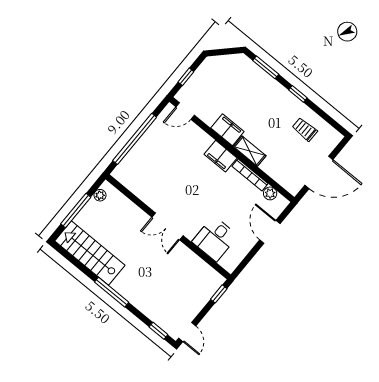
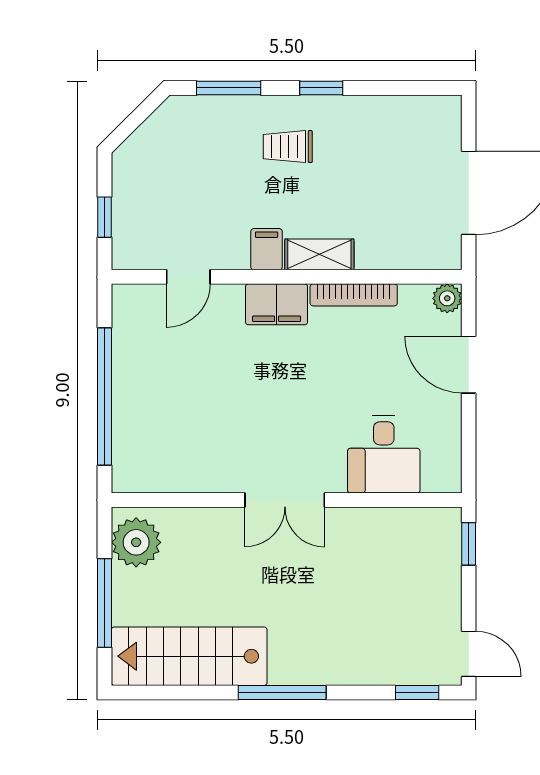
door: (185, 111) -> (188, 277), moved
trolley: (305, 129) -> (288, 147), moved
filing cabinet: (227, 130) -> (267, 249), width x0.50
plant: (270, 193) -> (447, 298), moved
plant: (100, 195) -> (136, 542), width x1.88, depth x1.88

